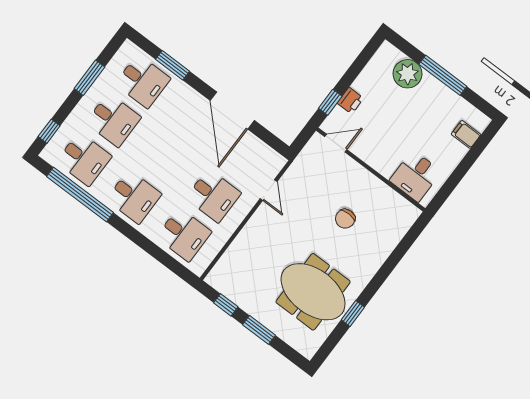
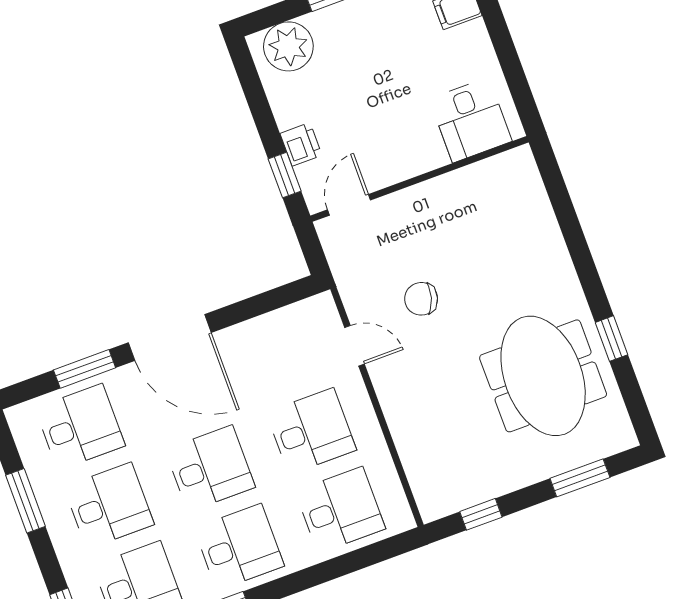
plant: (408, 74) -> (288, 46), moved
door: (232, 110) -> (170, 338), moved
desk: (163, 158) -> (210, 468), added
chair: (345, 219) -> (421, 299), moved, turned 107
meeting table: (313, 292) -> (543, 376), turned 90
window: (259, 330) -> (580, 478), moved

